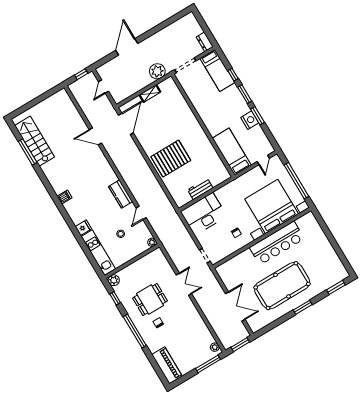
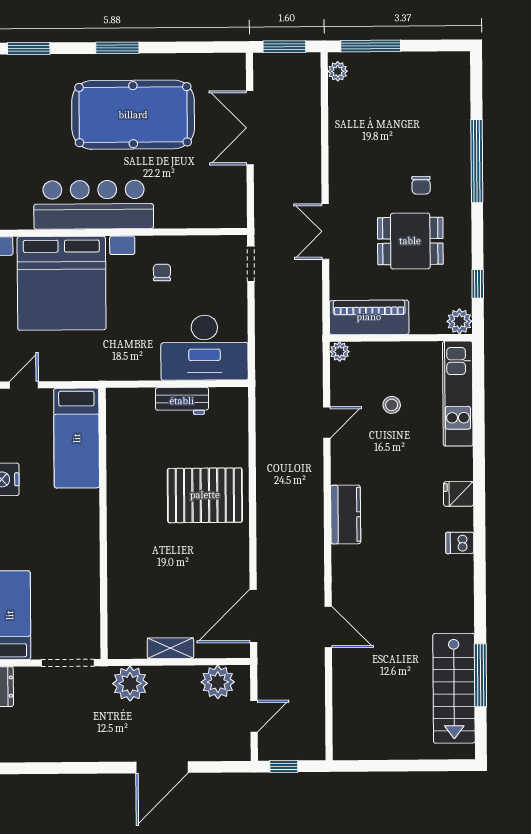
plant: (125, 91) -> (218, 682), added
kitchen counter: (121, 194) -> (346, 514), moved
fridge: (83, 228) -> (458, 494), moved
window: (135, 331) -> (477, 161), moved
piano: (167, 365) -> (369, 317), moved, turned 90

